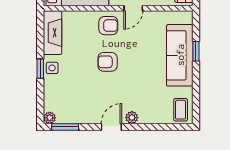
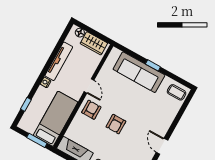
window: (196, 51) -> (153, 65), moved
plant: (132, 118) -> (163, 129), removed

